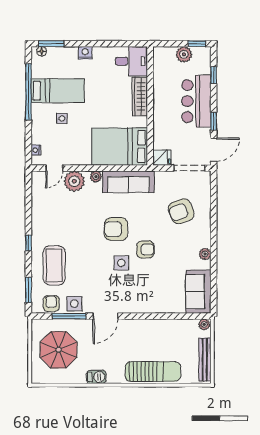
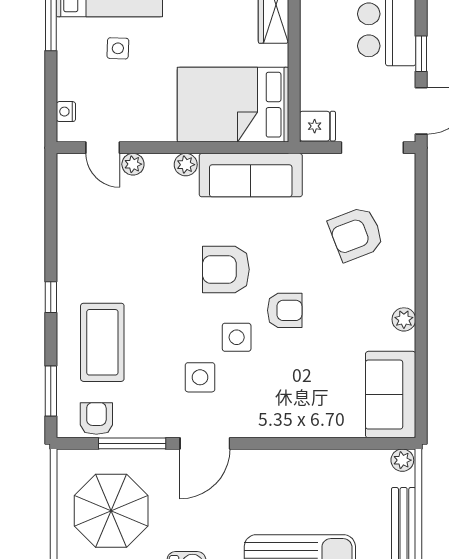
door: (54, 168) -> (103, 148), hinge flipped
plant: (74, 181) -> (133, 164), width x0.53, depth x0.53
side table: (74, 304) -> (200, 377), moved

